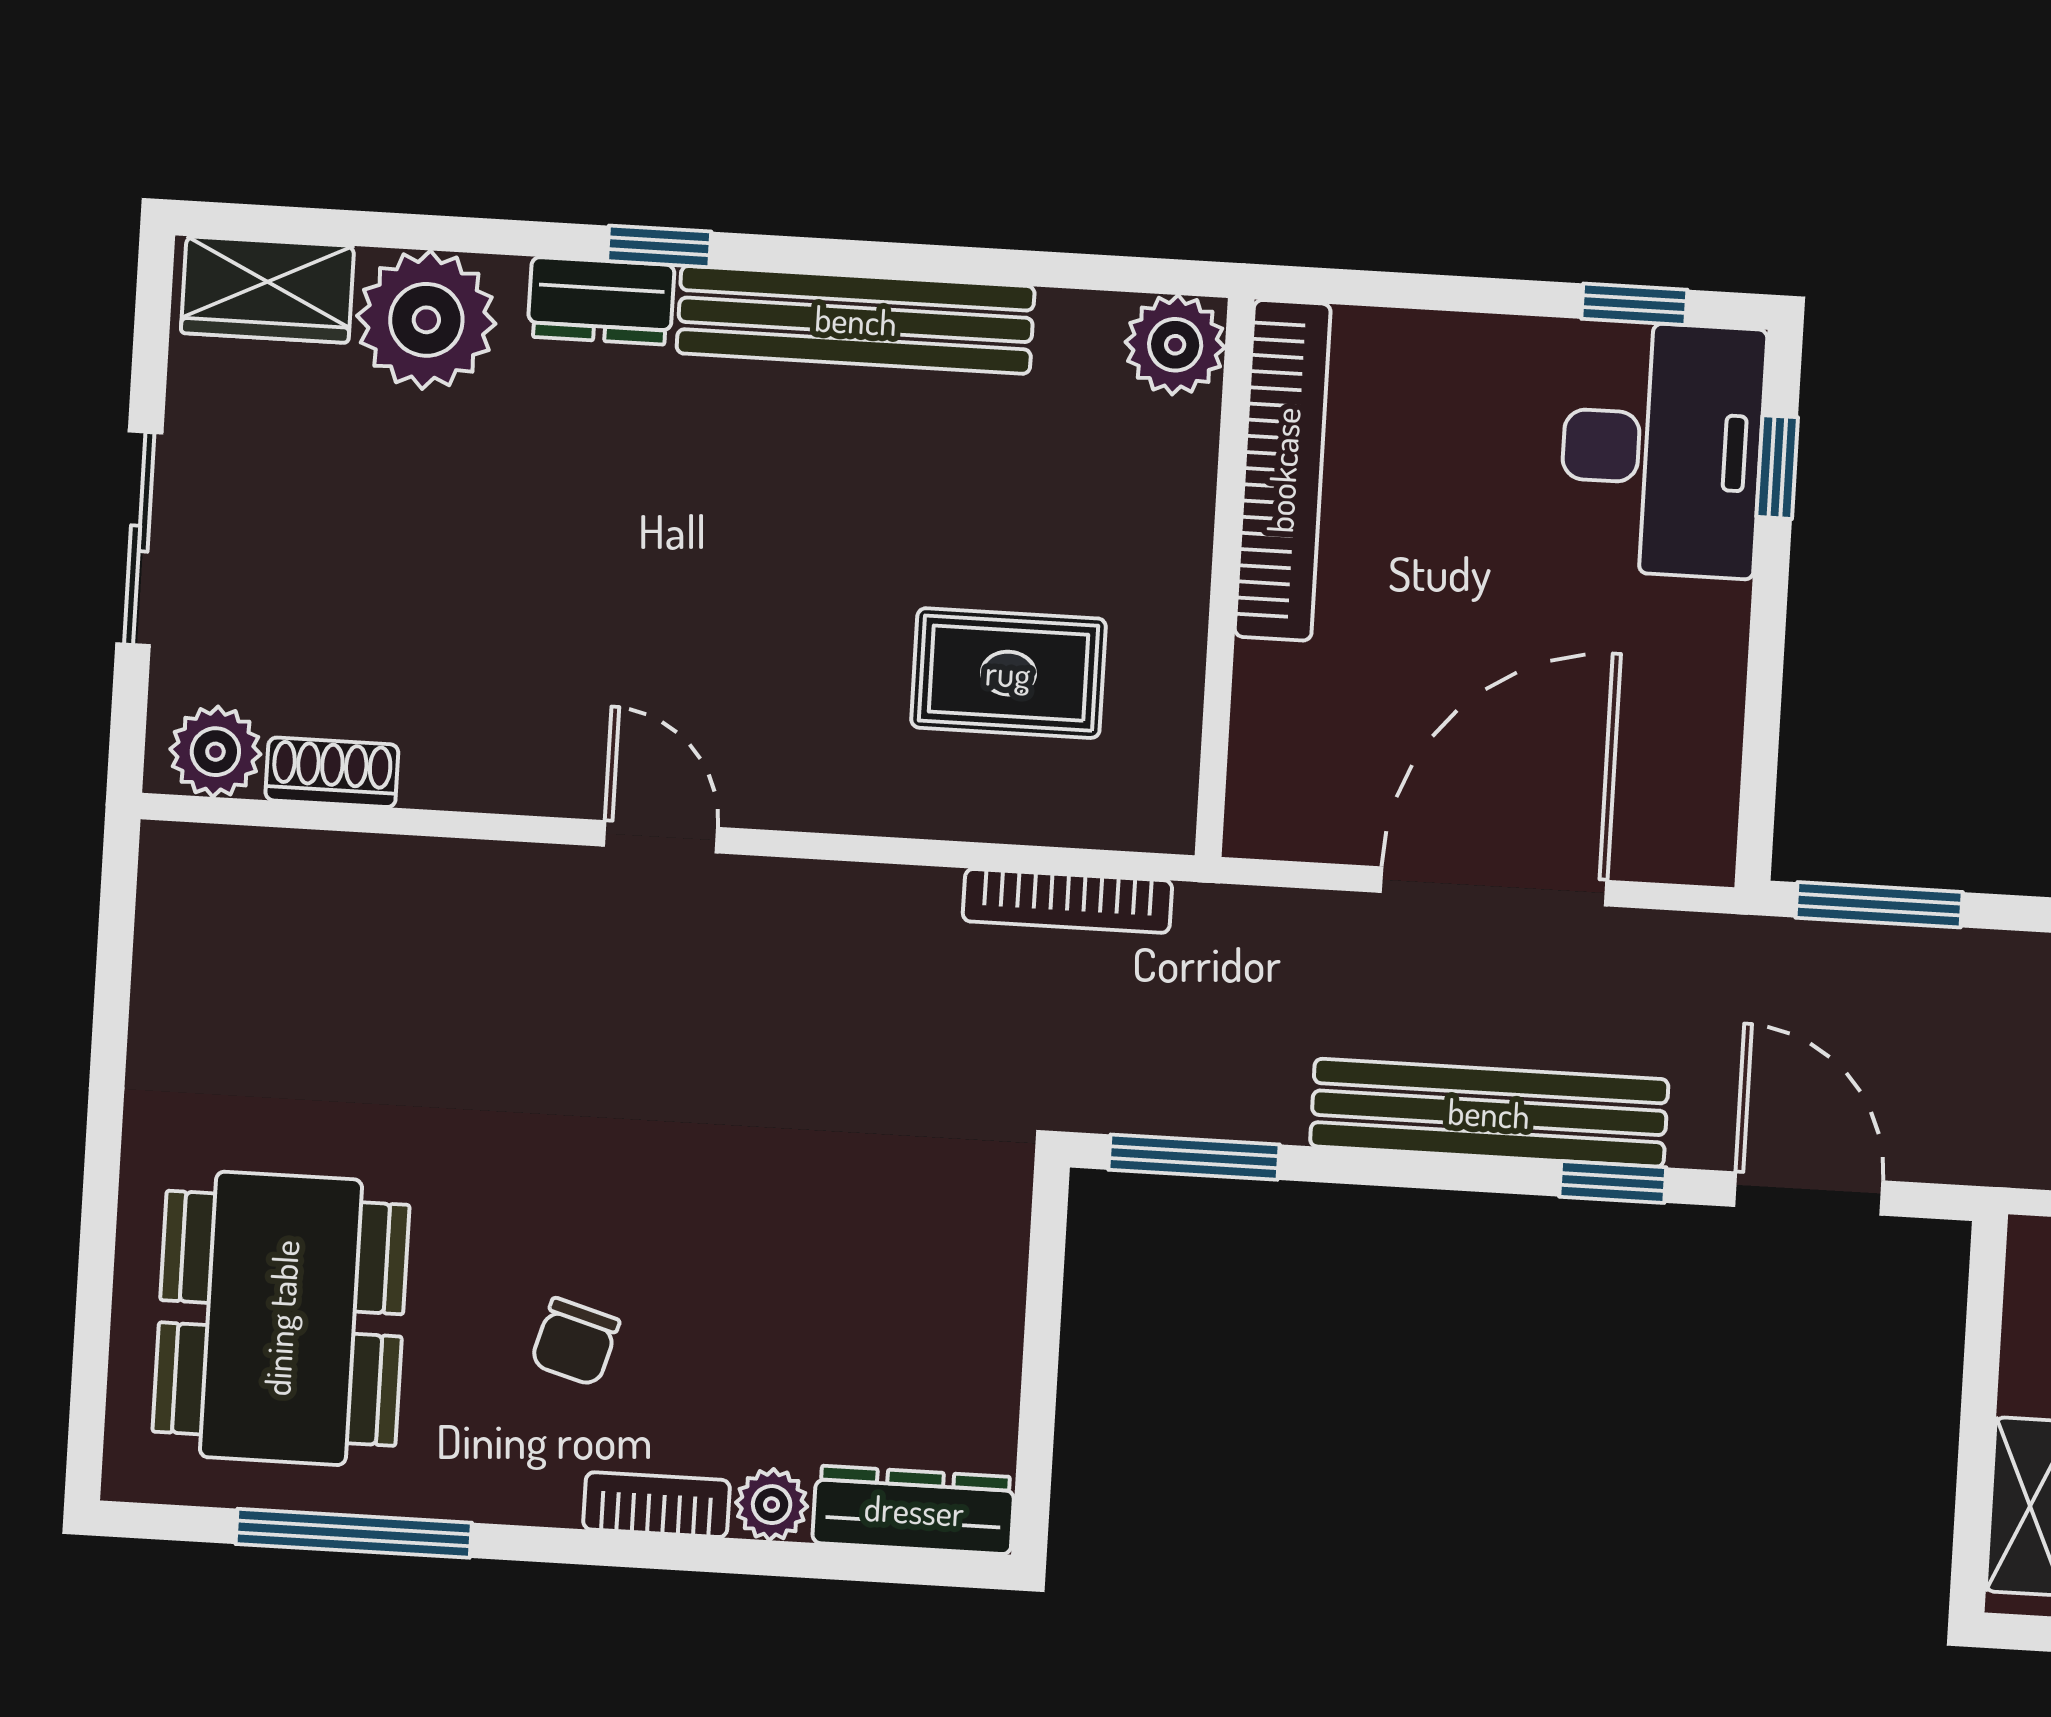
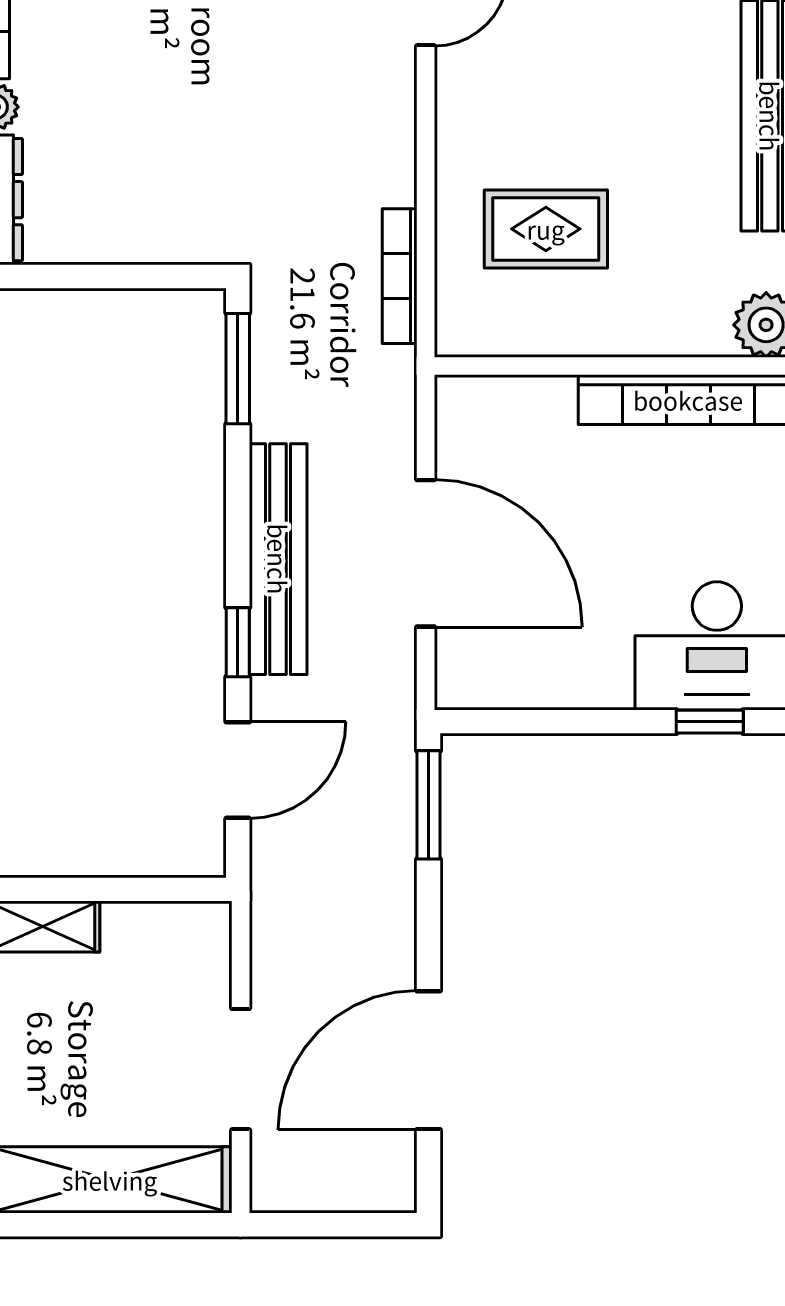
rug: (1008, 673) -> (546, 229), turned 90

